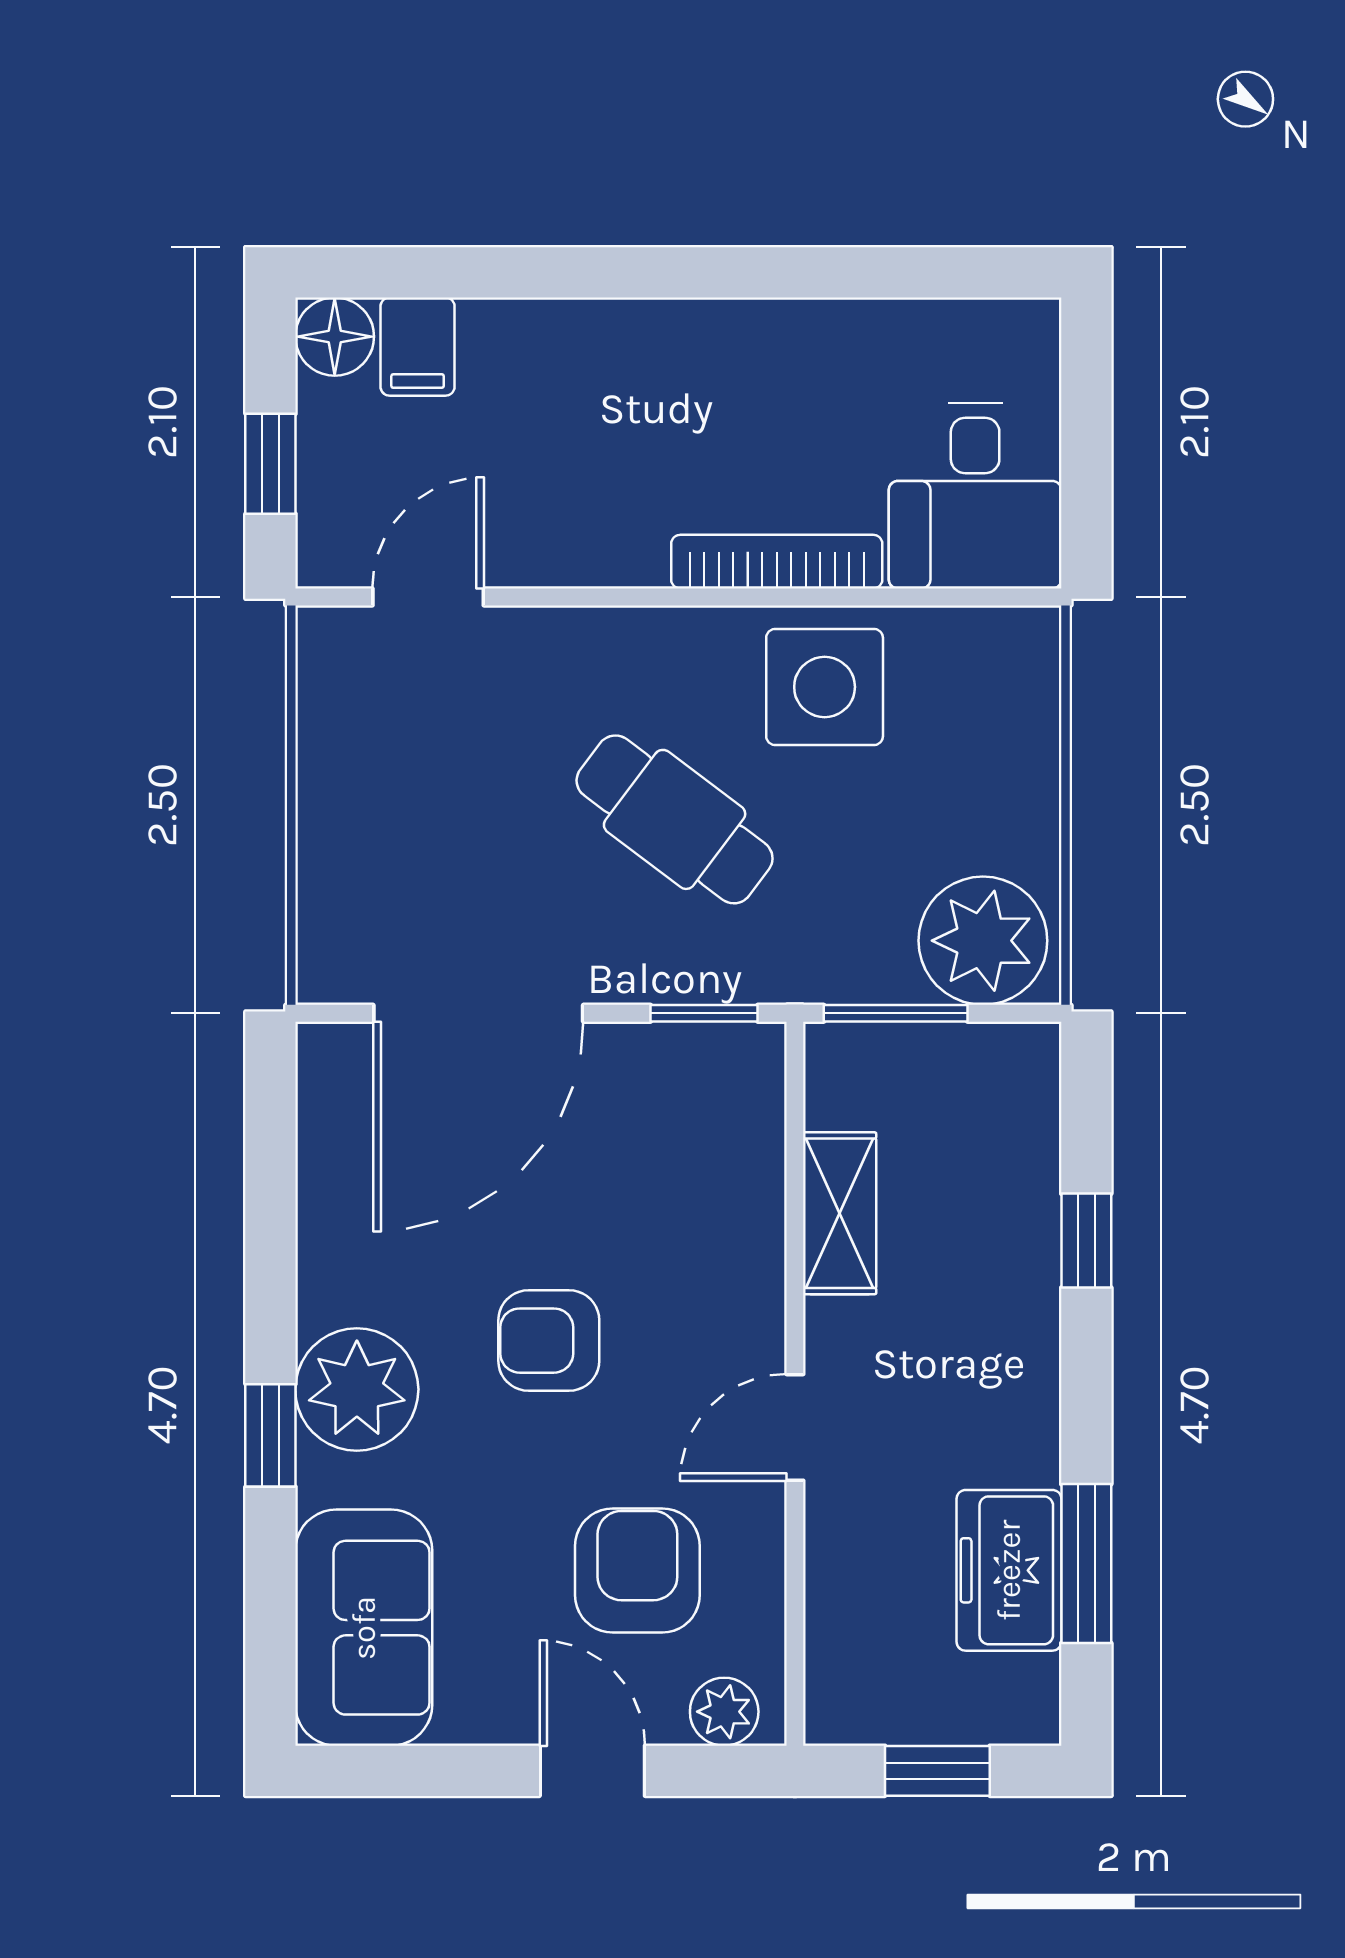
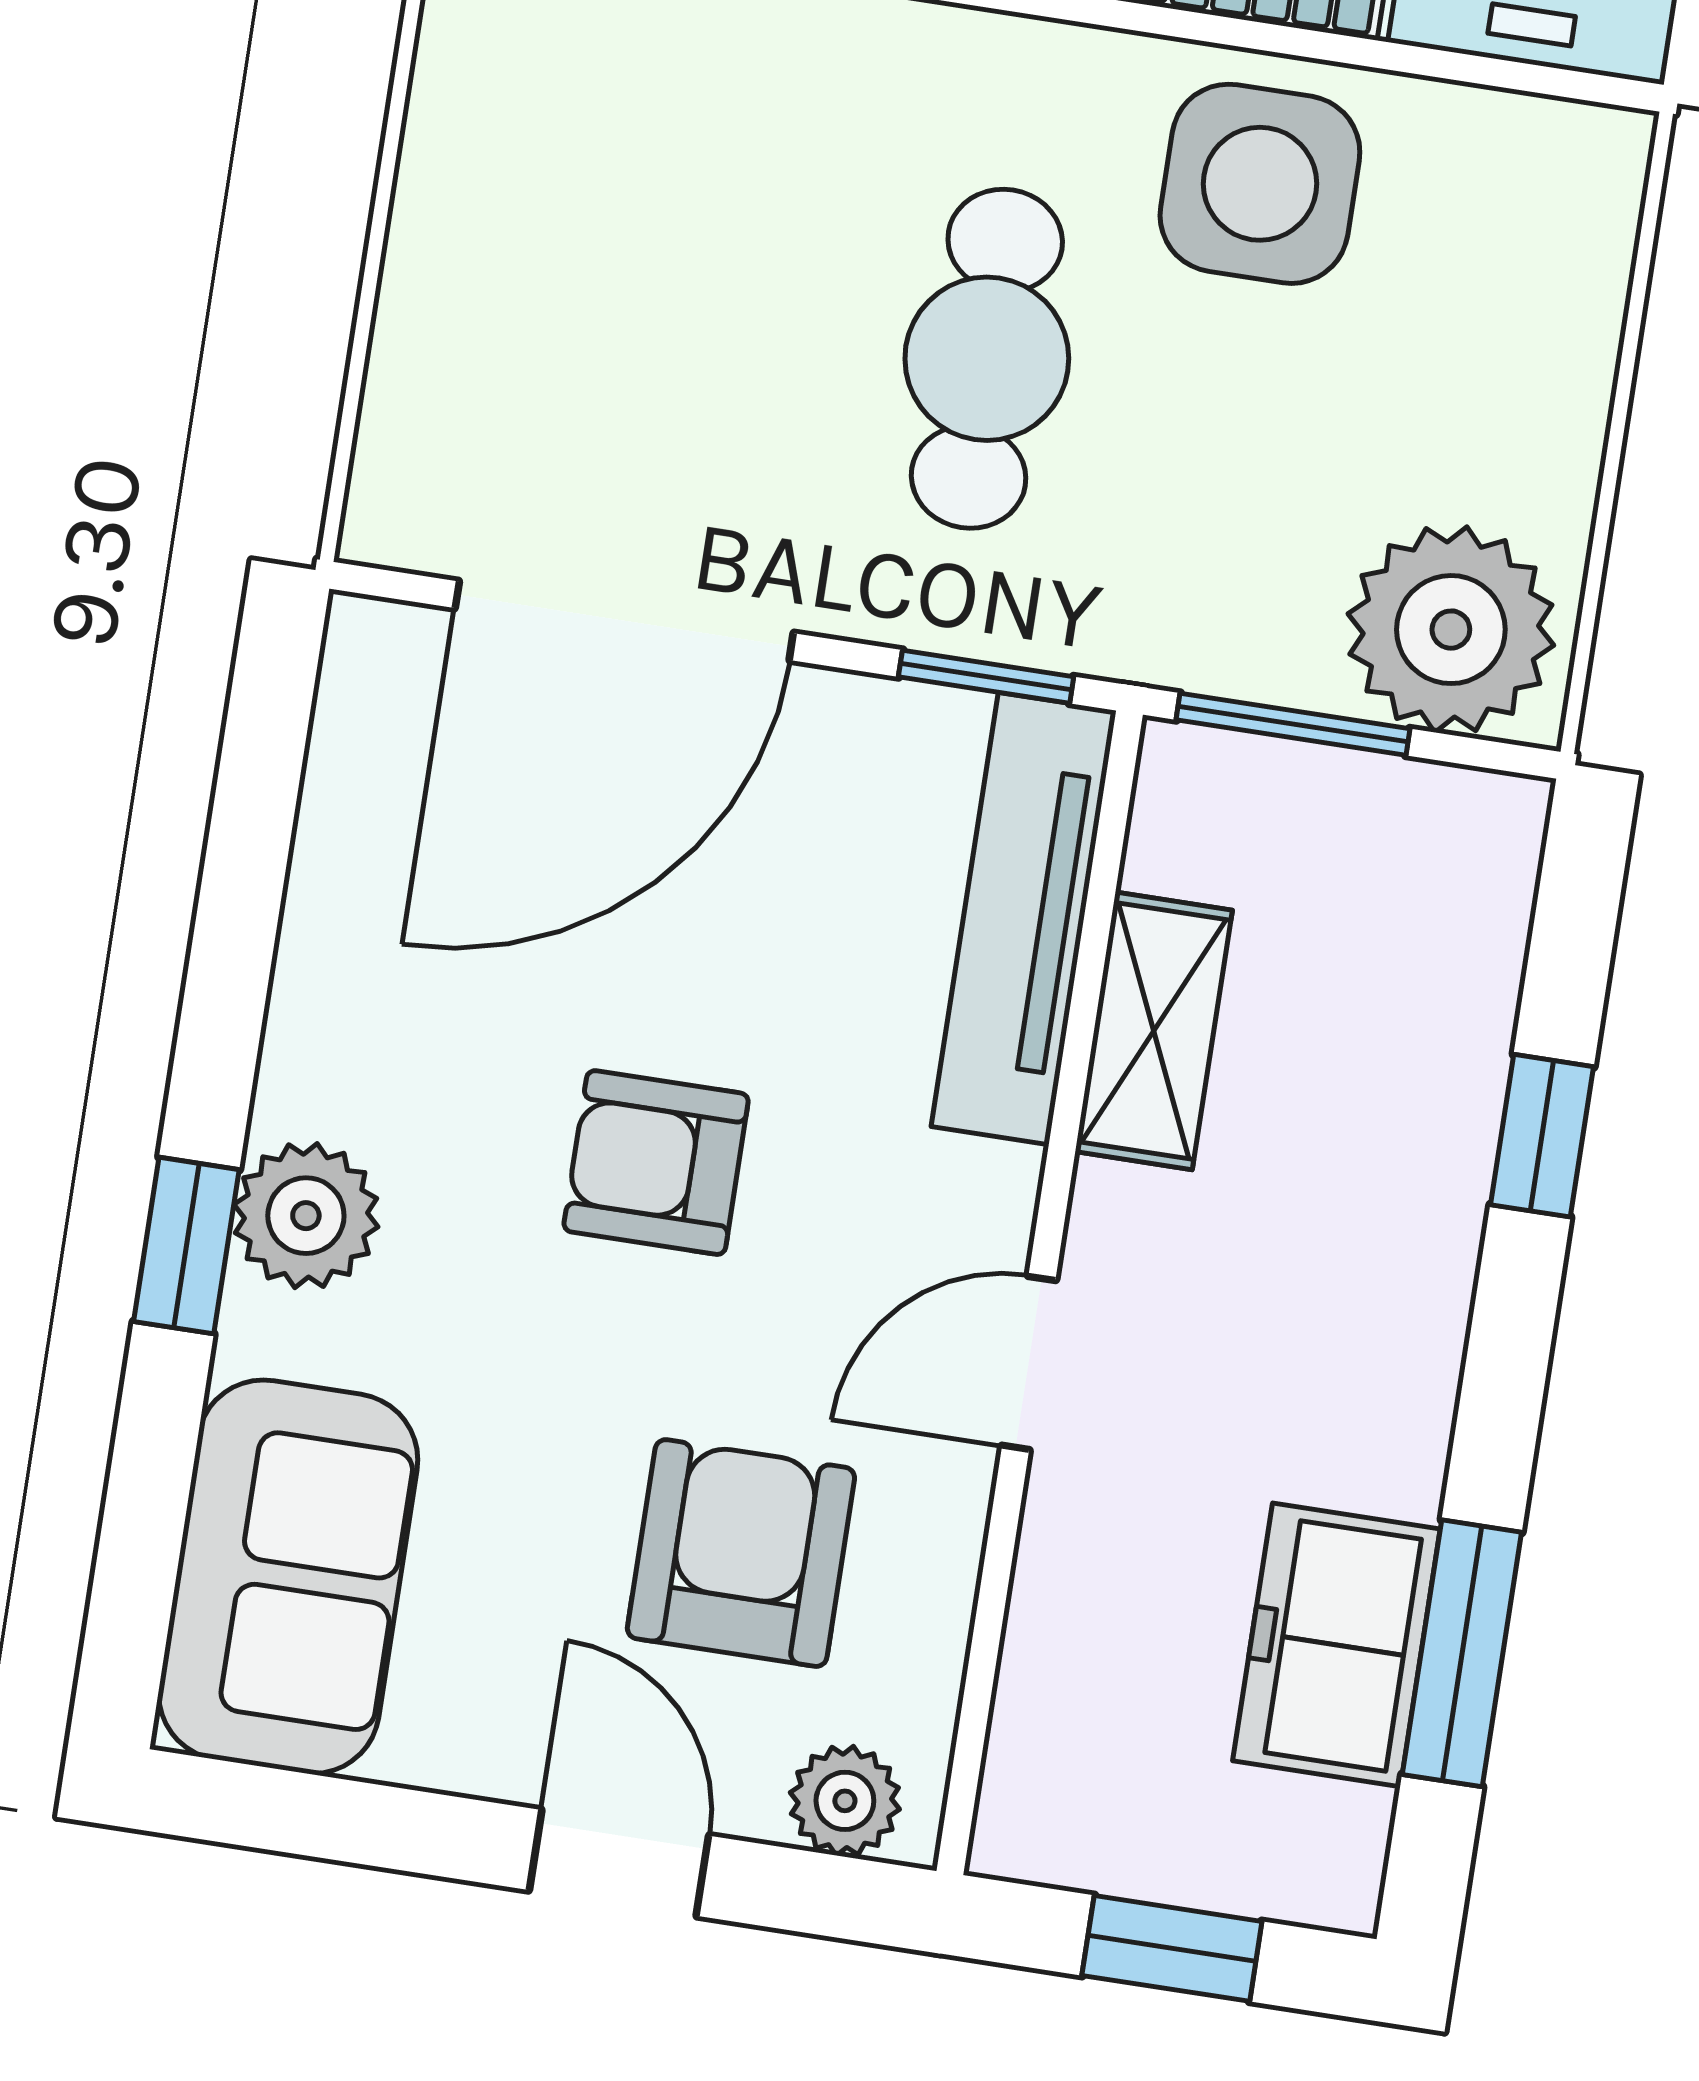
cafe table: (675, 819) -> (987, 359), turned 53
tv unit: (750, 1157) -> (1024, 919), added
plant: (357, 1389) -> (306, 1216), width x0.73, depth x0.73

